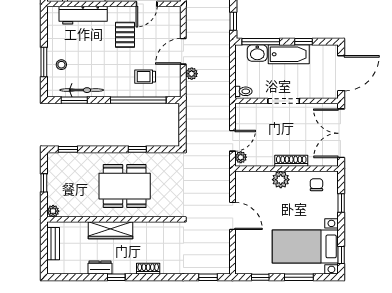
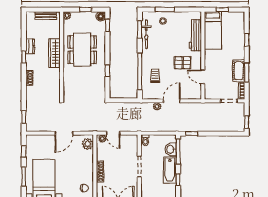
door: (183, 51) -> (172, 101), hinge flipped
floor lamp: (54, 160) -> (101, 16), added
plant: (281, 180) -> (88, 144), moved
dining table: (125, 186) -> (82, 50), moved

